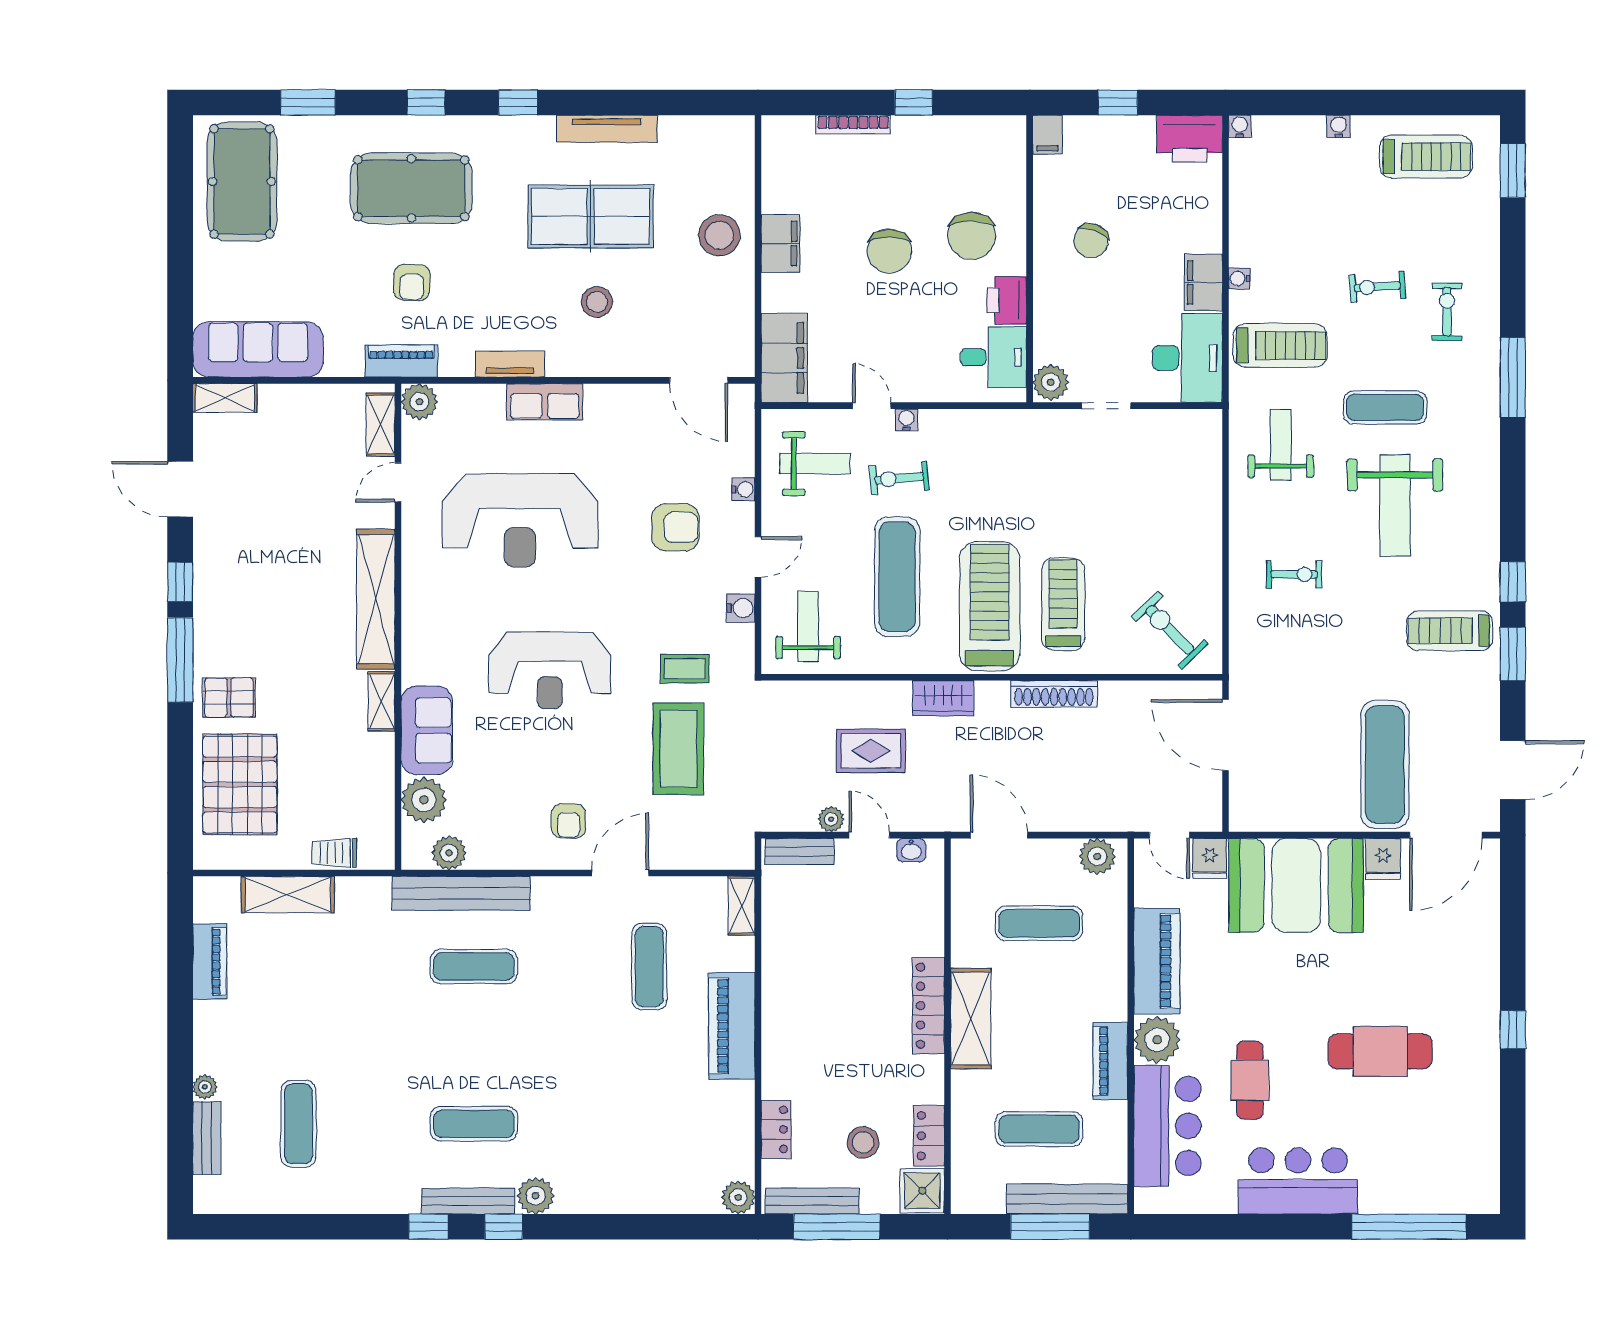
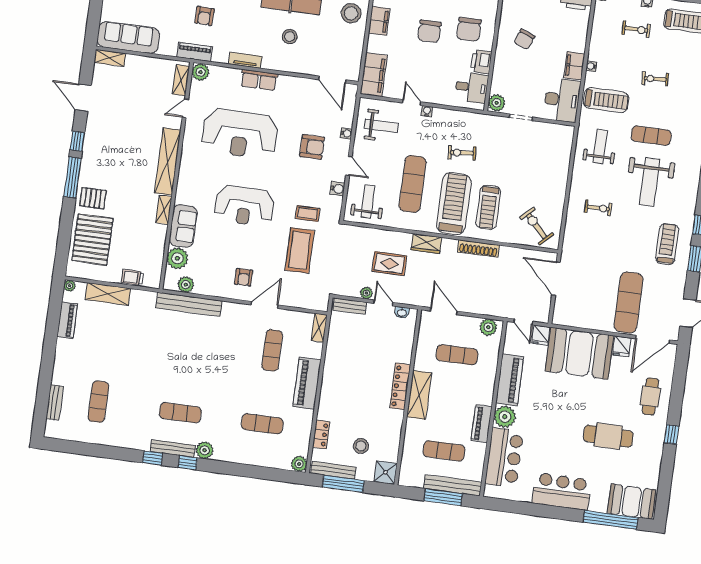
exercise bike: (1447, 312) -> (636, 29), moved, turned 90
exercise bike: (899, 478) -> (462, 153), moved
door: (758, 557) -> (349, 166), hinge flipped
treadmill: (1063, 604) -> (488, 207), turned 180
treadmill: (1450, 631) -> (667, 244), turned 90
exercise mat: (474, 967) -> (262, 424), moved
cafe table: (1250, 1080) -> (650, 396), moved
plant: (205, 1087) -> (70, 286), moved
locker: (929, 1136) -> (392, 447), removed
booth: (1448, 1182) -> (632, 502), added

